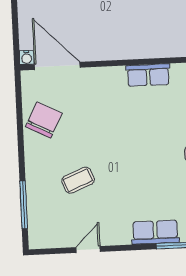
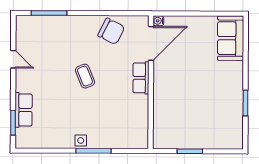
row of seats: (148, 75) -> (141, 78), moved
coffee table: (78, 180) -> (85, 76), moved

